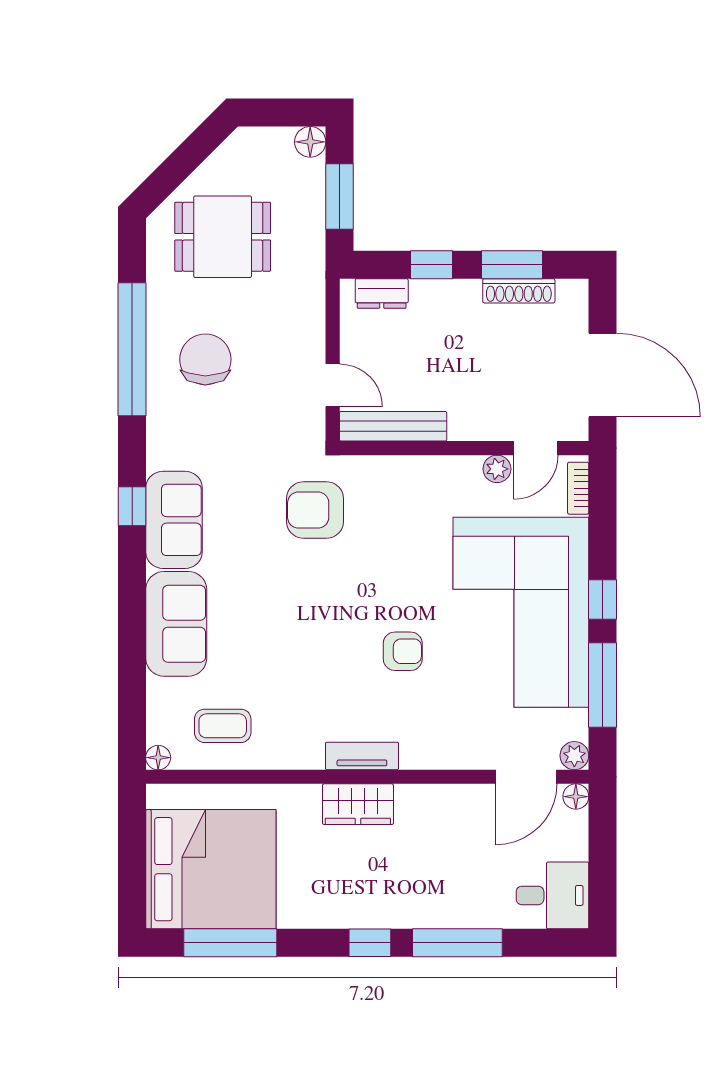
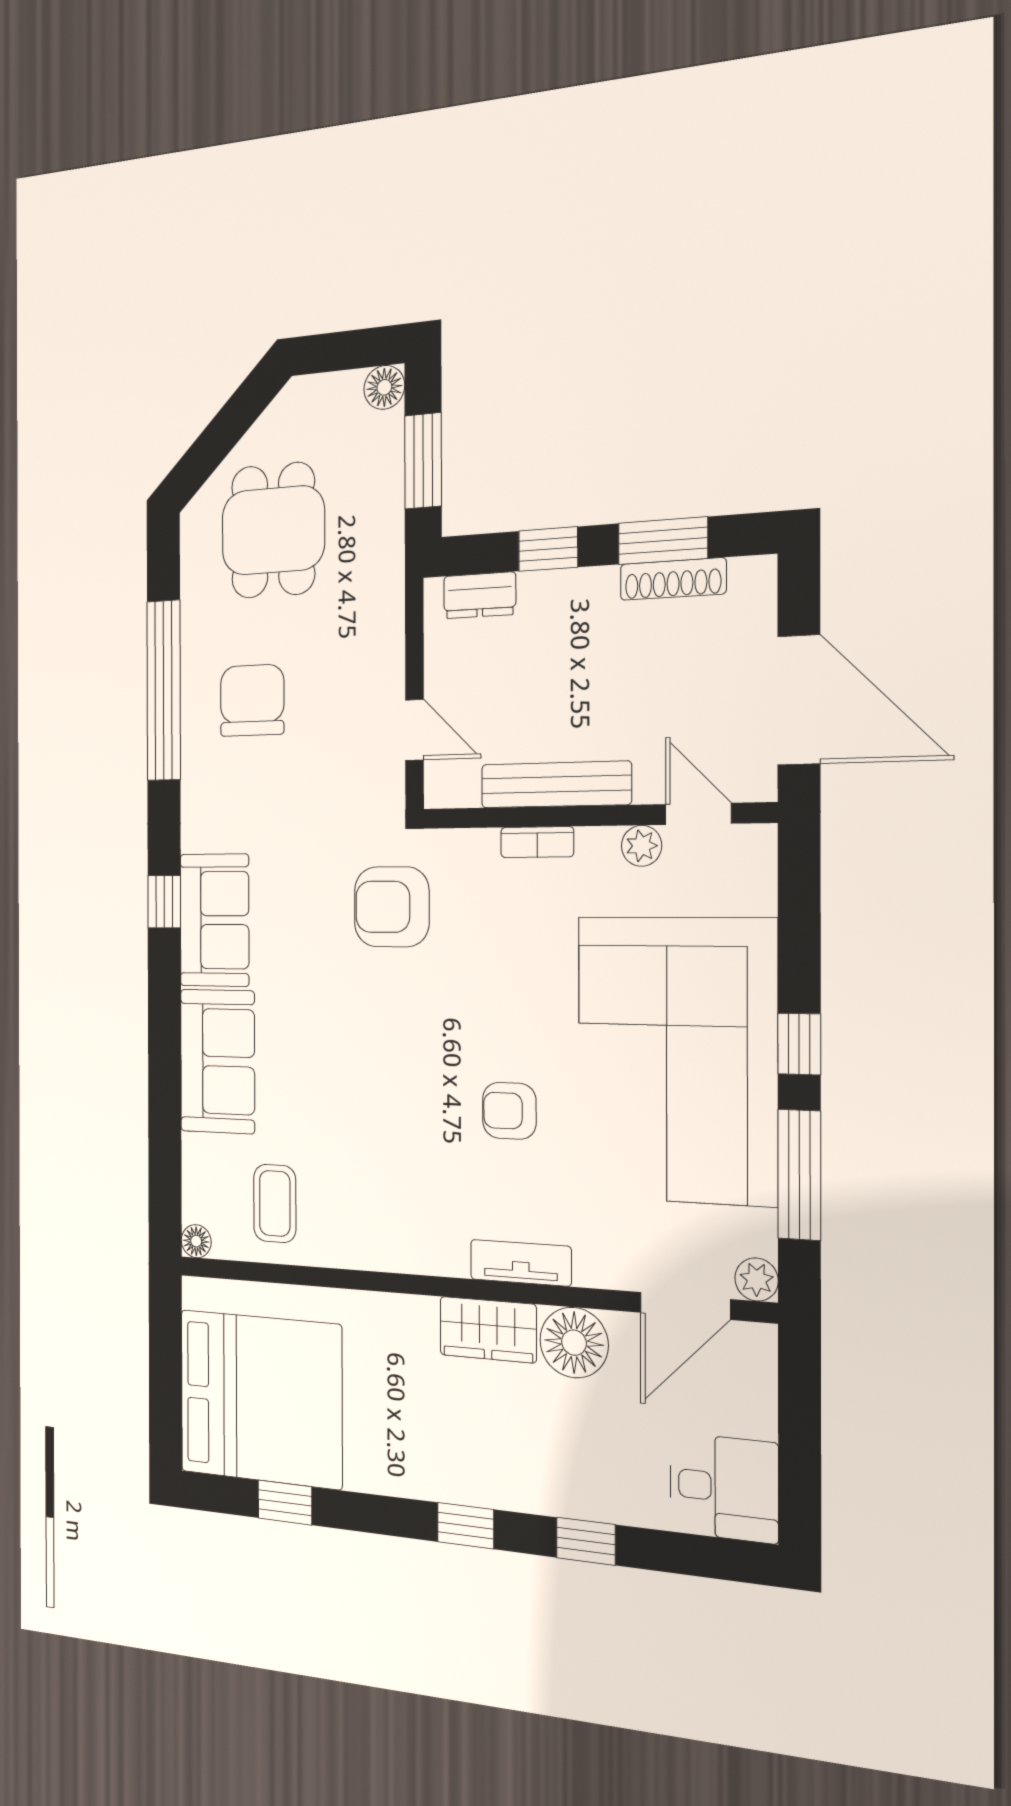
dining table: (223, 237) -> (273, 530), turned 90
bench: (393, 426) -> (556, 784), moved
door: (536, 448) -> (698, 814), swing flipped
bookcase: (578, 488) -> (537, 842), moved, turned -90
armchair: (403, 651) -> (509, 1111), turned 180
coffee table: (223, 726) -> (275, 1203), turned 90
tv unit: (362, 756) -> (521, 1263), moved
floor lamp: (576, 797) -> (574, 1343), moved, width x1.89, depth x1.89
wardrobe: (358, 804) -> (488, 1330), moved
window: (230, 943) -> (285, 1502), width x0.46
window: (457, 943) -> (586, 1541), width x0.46

